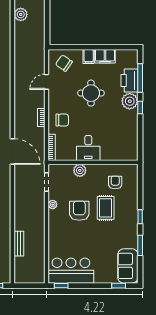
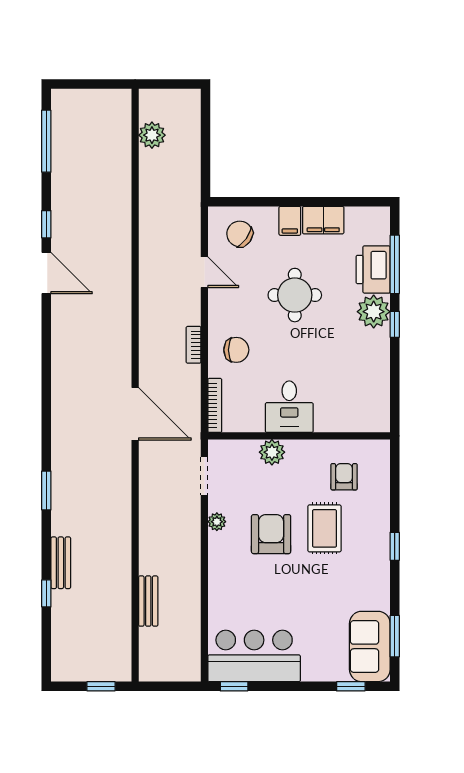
door: (47, 82) -> (204, 272), swing flipped
window: (140, 245) -> (395, 636), moved

